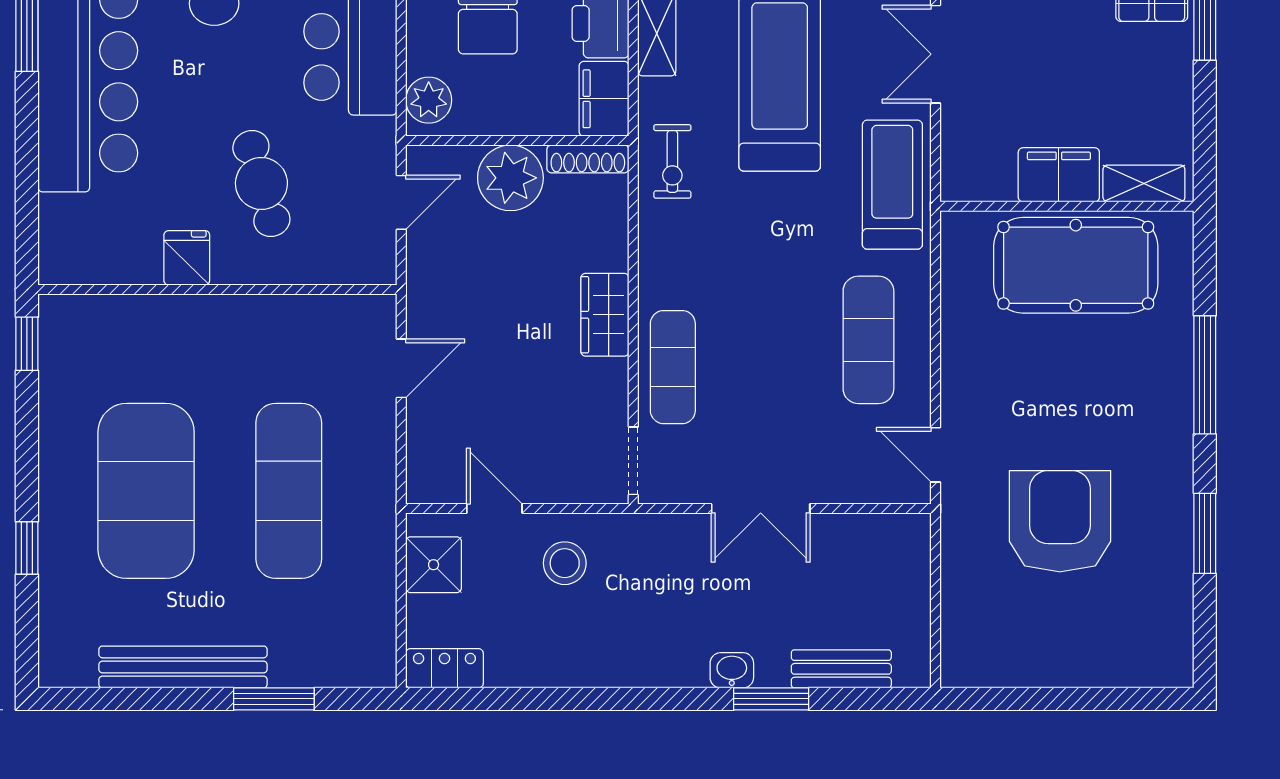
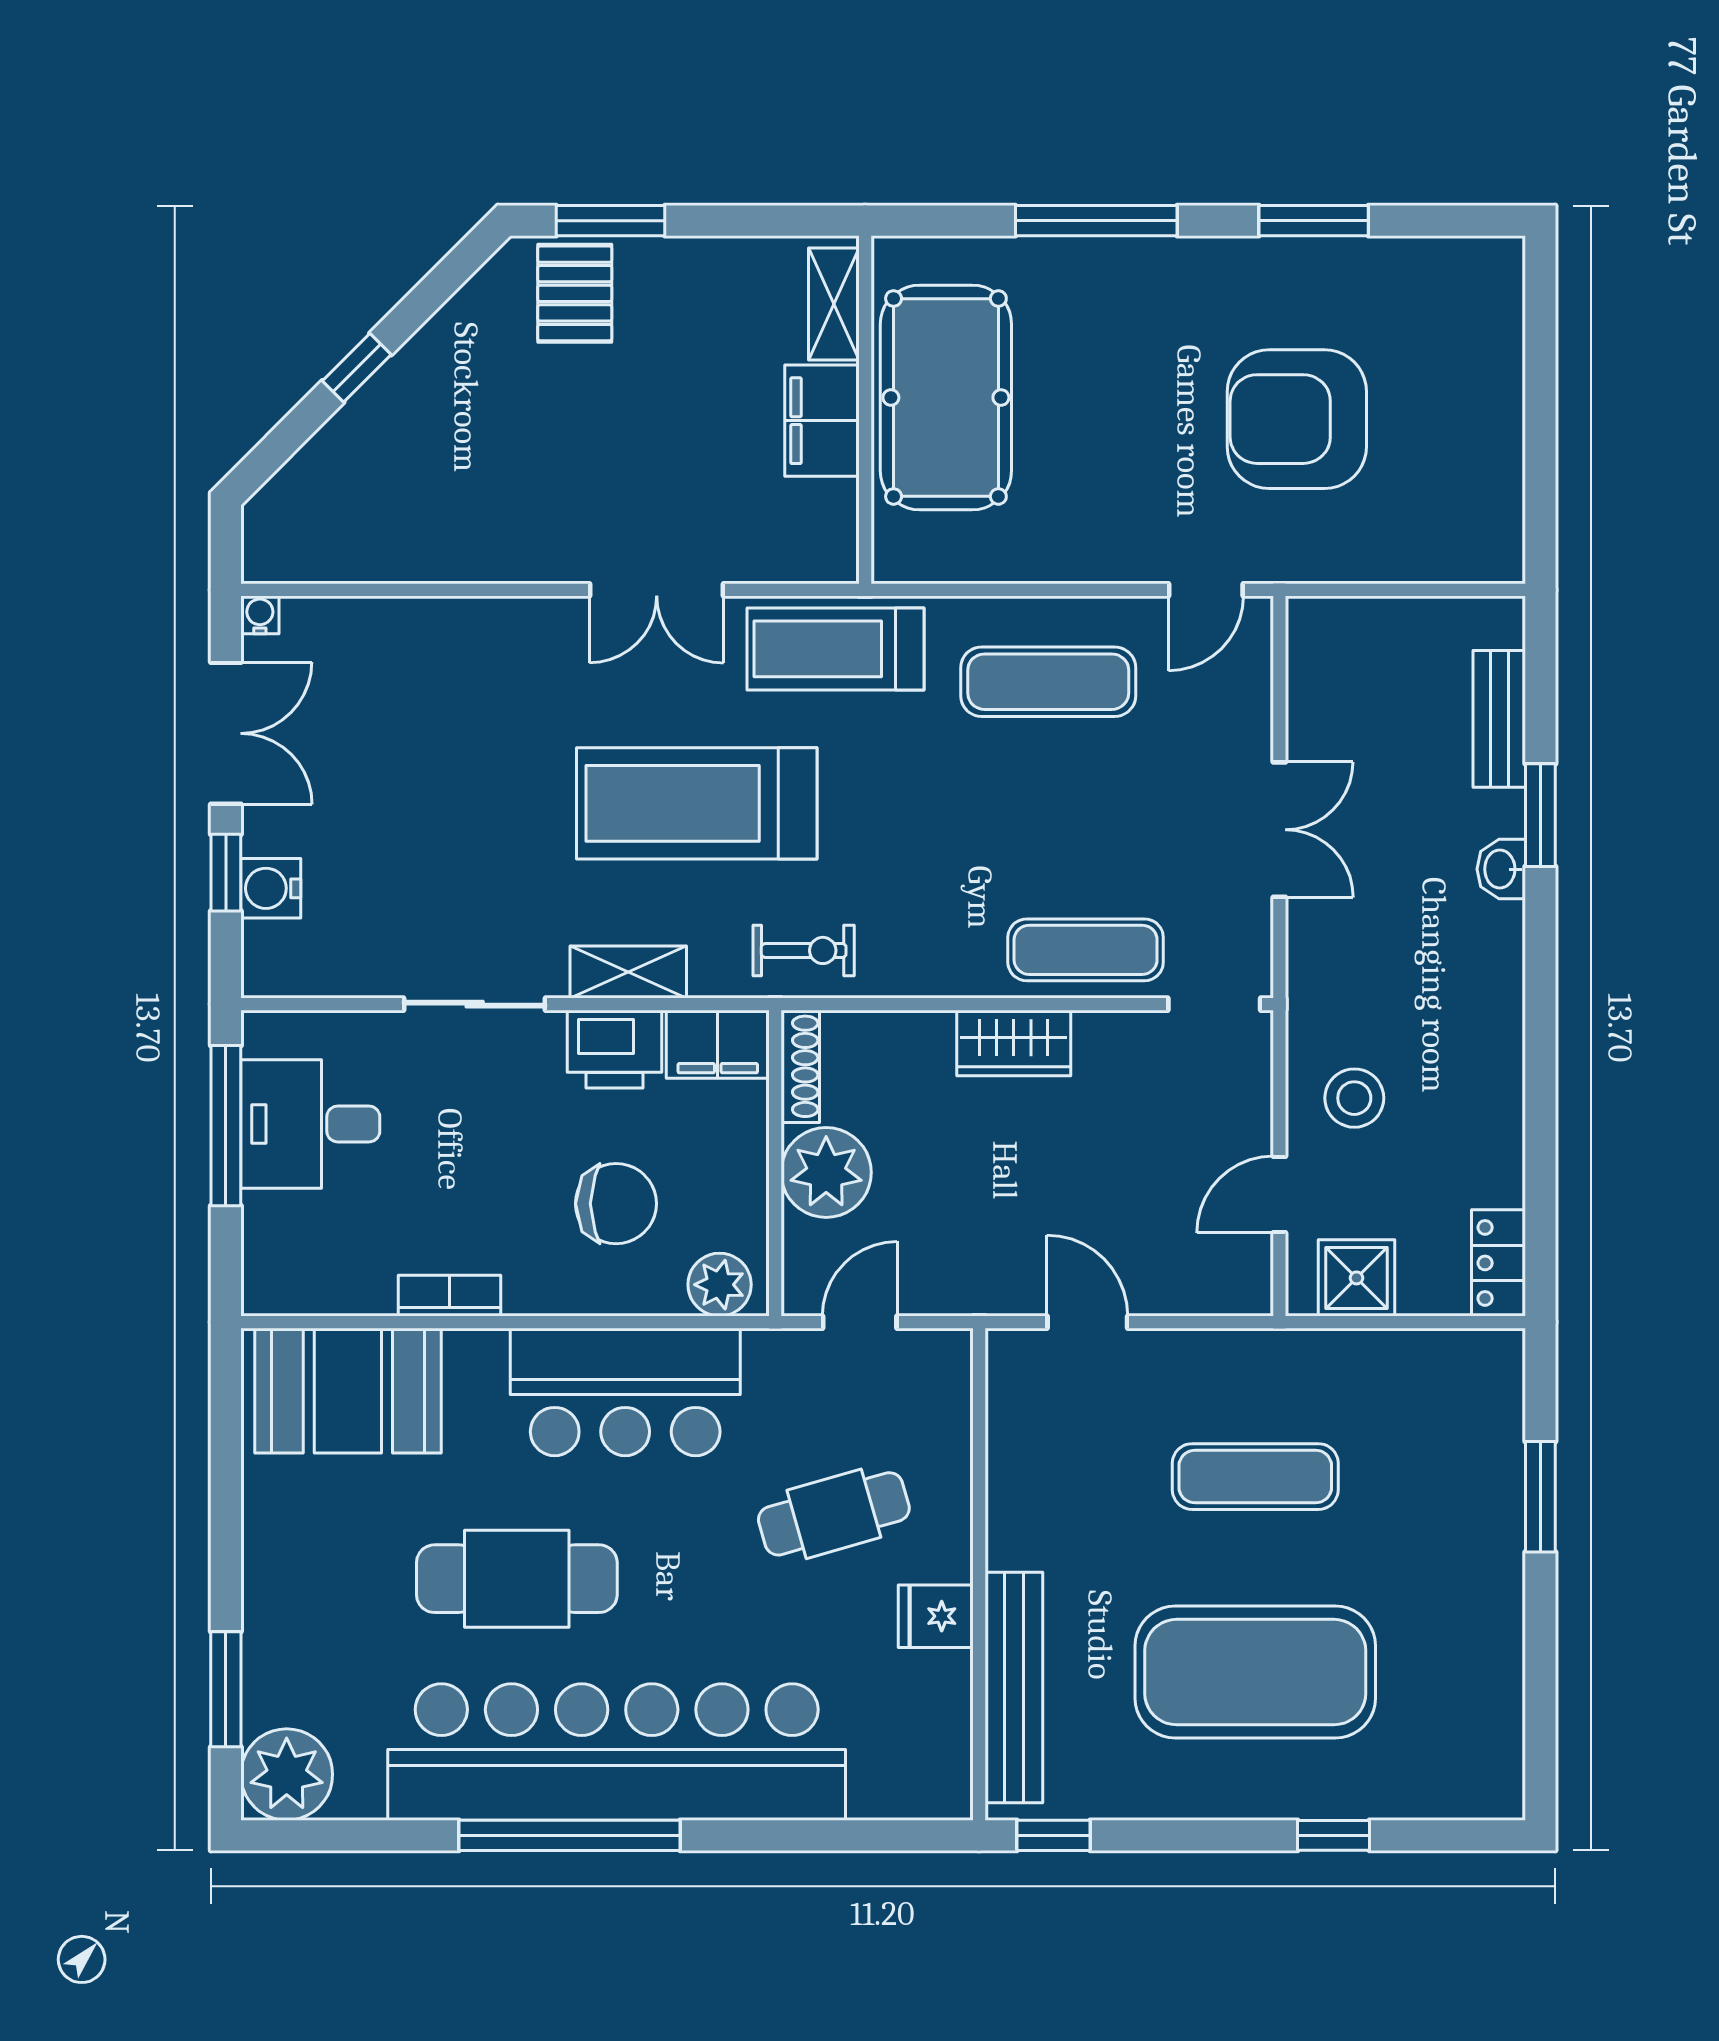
door: (401, 202) -> (860, 1322), hinge flipped
exercise mat: (289, 491) -> (1255, 1477), width x0.73, depth x0.69
bench: (183, 667) -> (1014, 1688), moved

